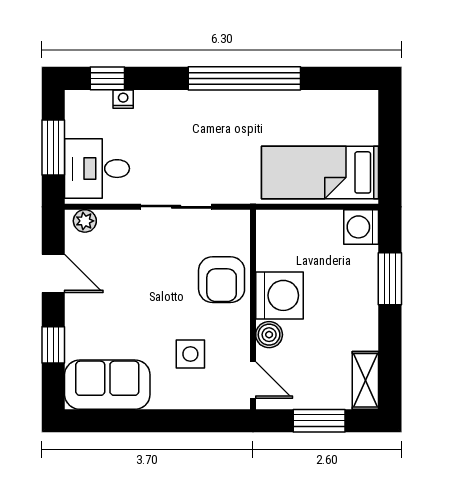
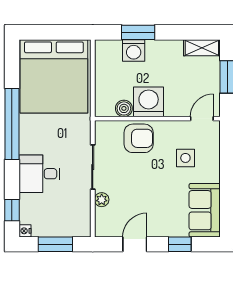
nightstand: (123, 99) -> (25, 231), moved
desk: (97, 169) -> (39, 174), moved, turned 90
bed: (320, 172) -> (54, 76), width x2.04
plant: (85, 221) -> (102, 200), moved
washing machine: (361, 227) -> (134, 50), moved
boiler: (269, 335) -> (124, 108), moved

